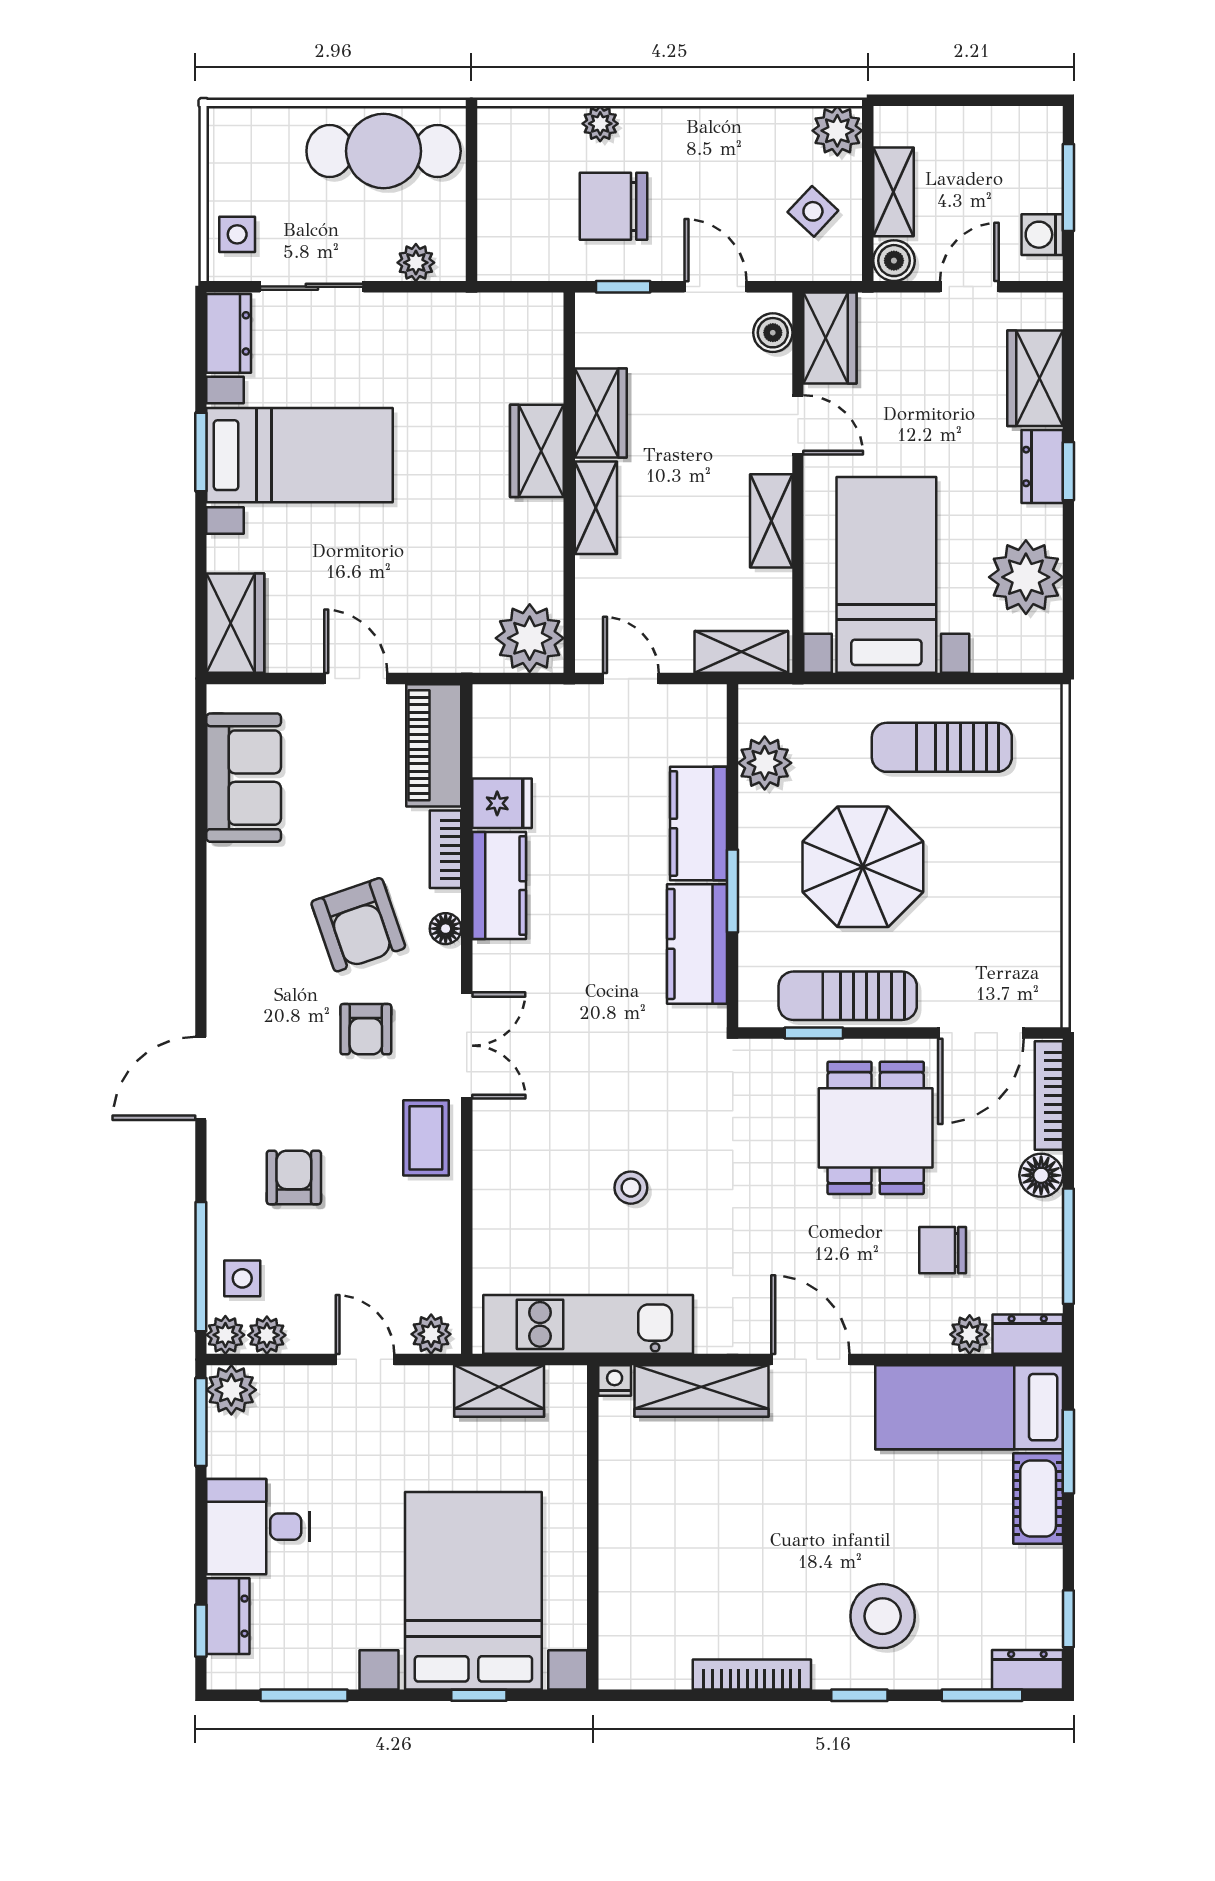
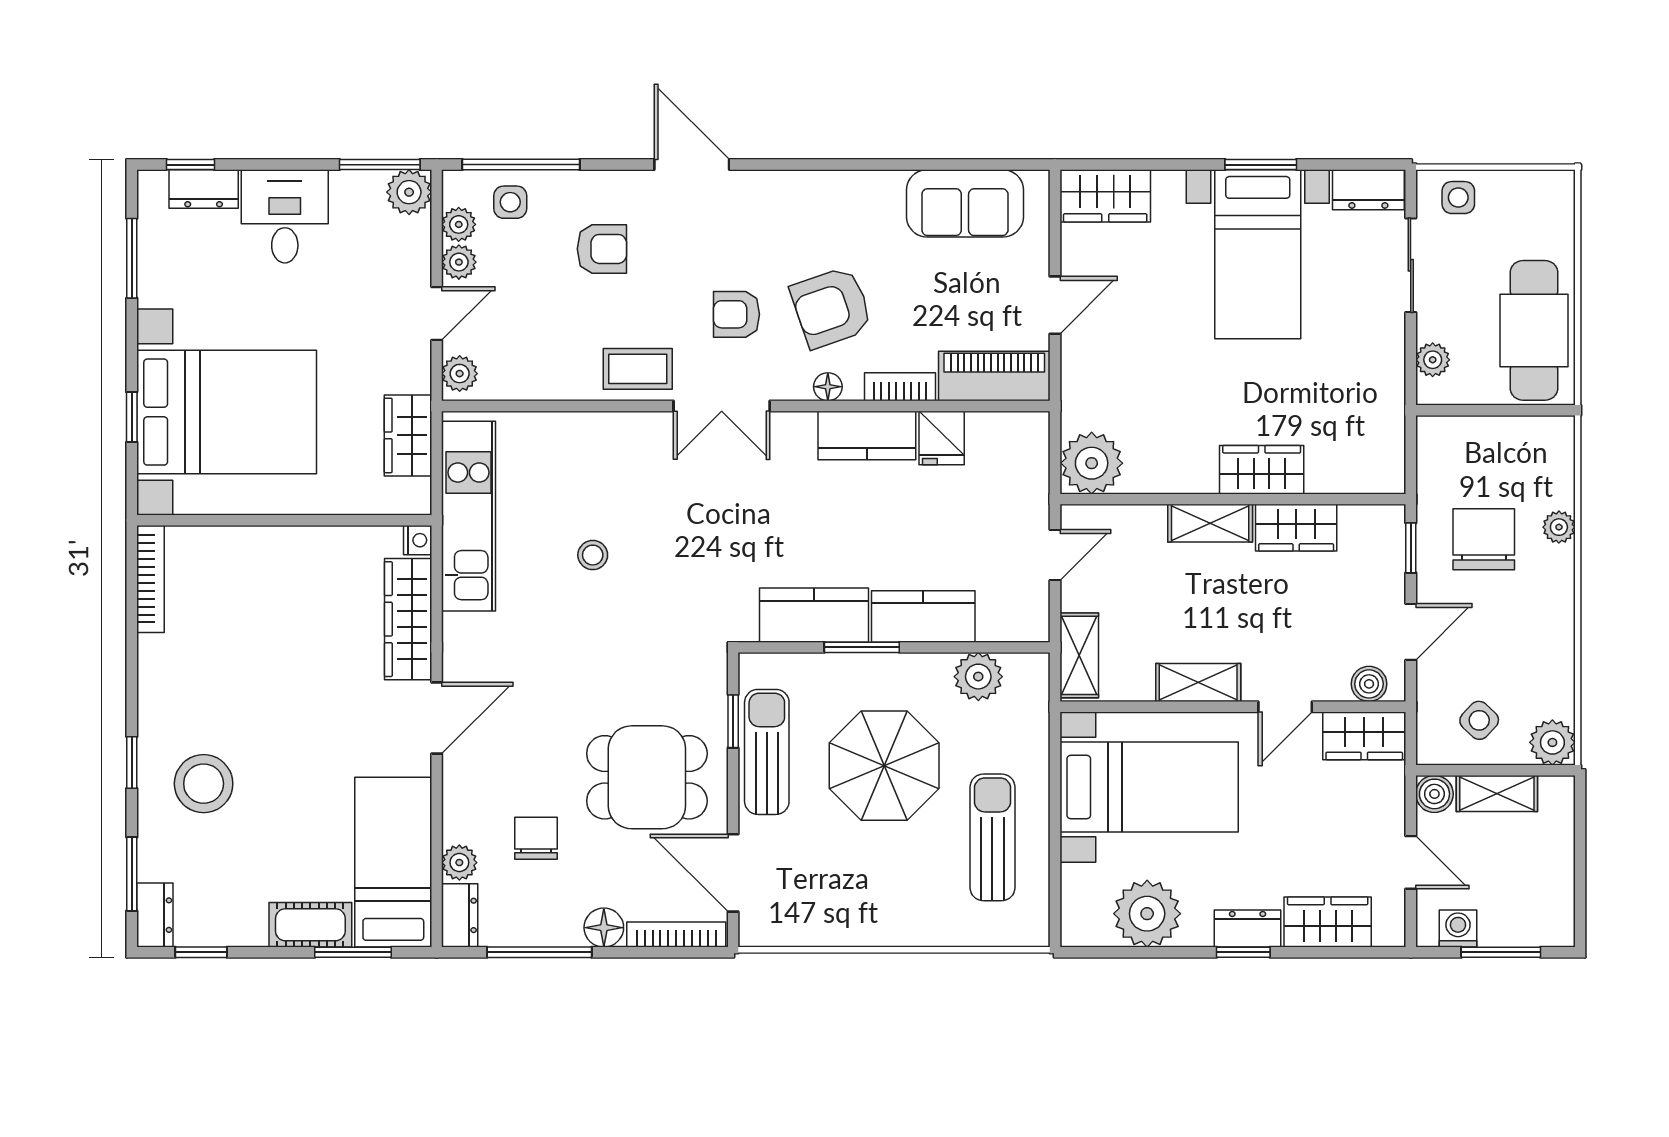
plant: (225, 1335) -> (459, 262), moved
bookcase: (752, 1675) -> (151, 579), moved

